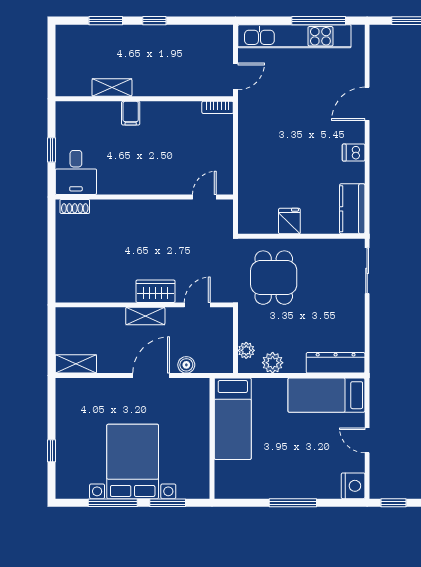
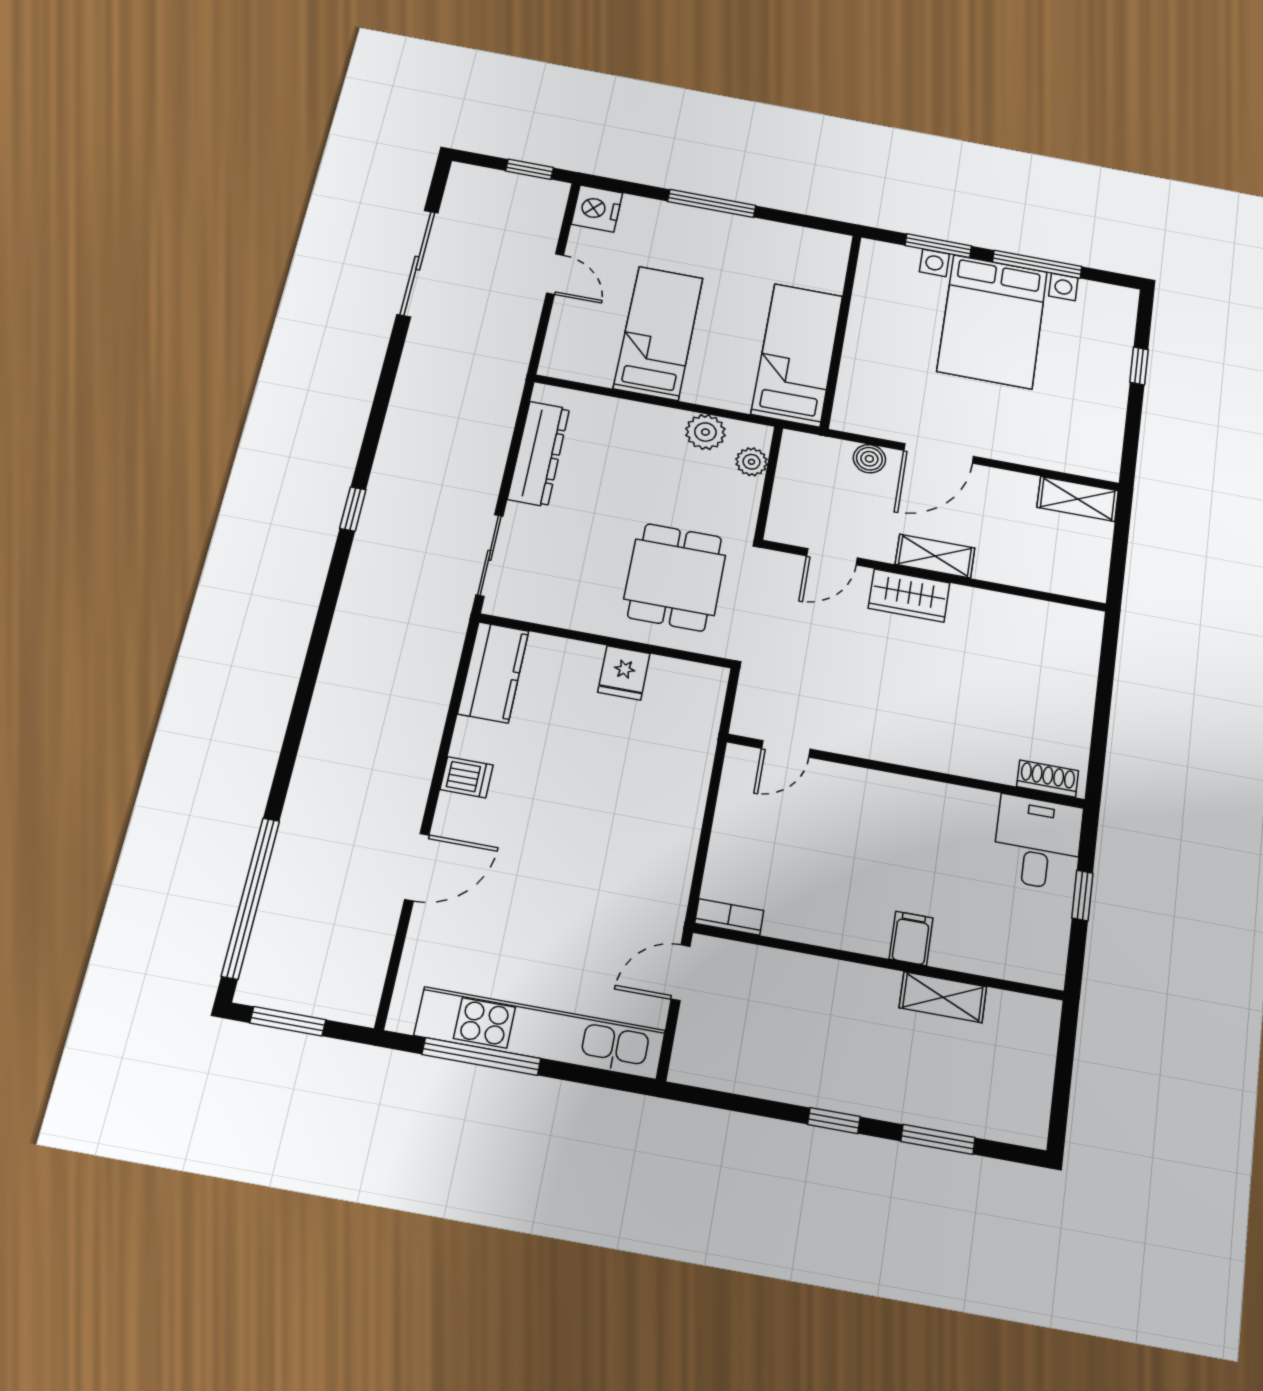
dresser: (336, 363) -> (539, 454), moved, turned -90
bed: (326, 395) -> (658, 333), moved, turned -90

